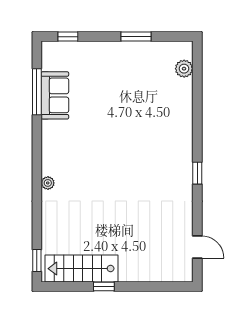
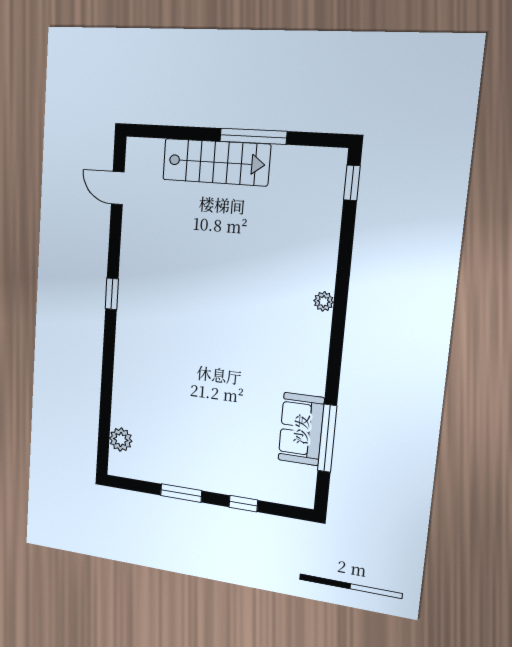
window: (68, 37) -> (243, 504), moved
stairs: (81, 269) -> (216, 162), moved
window: (104, 287) -> (253, 136), width x2.17

